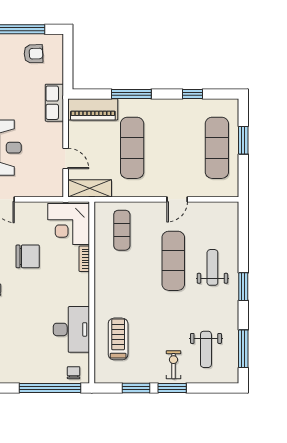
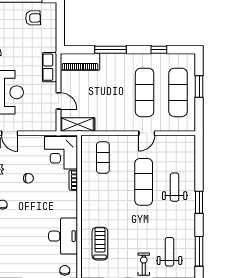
row of seats: (54, 103) -> (50, 67), moved
exercise mat: (132, 148) -> (145, 92), moved
chair: (28, 256) -> (28, 178), width x0.54, depth x0.54
weight bench: (206, 349) -> (169, 252), turned 180

